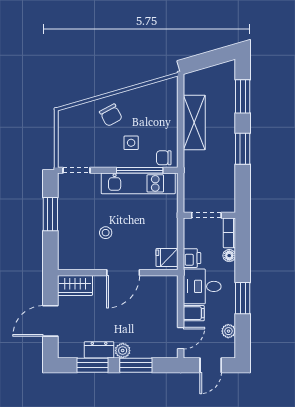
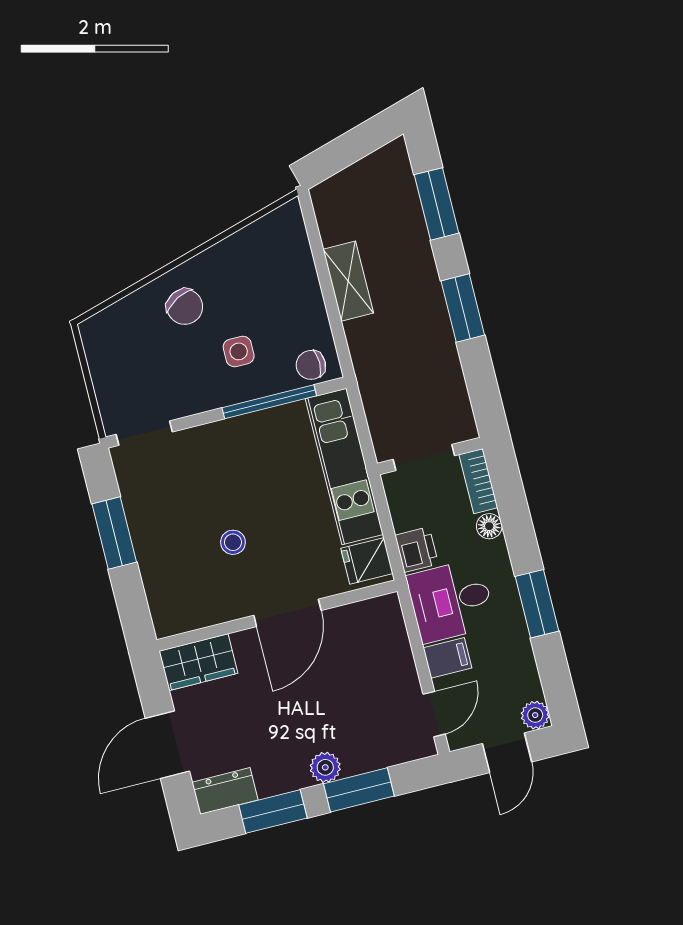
shelving: (194, 122) -> (348, 281), width x0.67, depth x0.75
kitchen unit: (138, 183) -> (344, 466), moved, turned 90
plant: (228, 331) -> (535, 715), moved
dresser: (99, 350) -> (225, 791), moved

